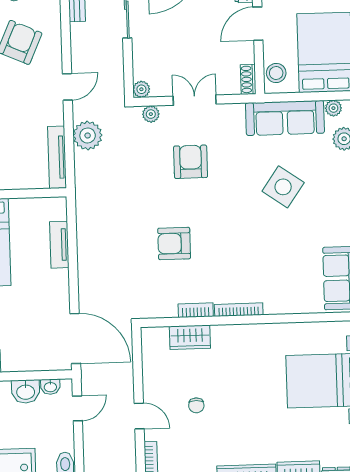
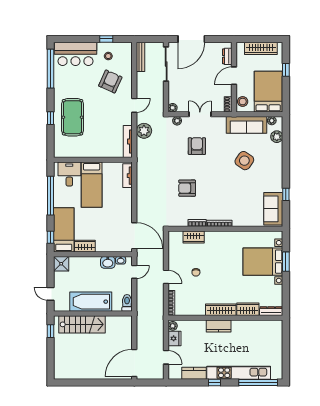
tv unit: (59, 245) -> (128, 176), moved

